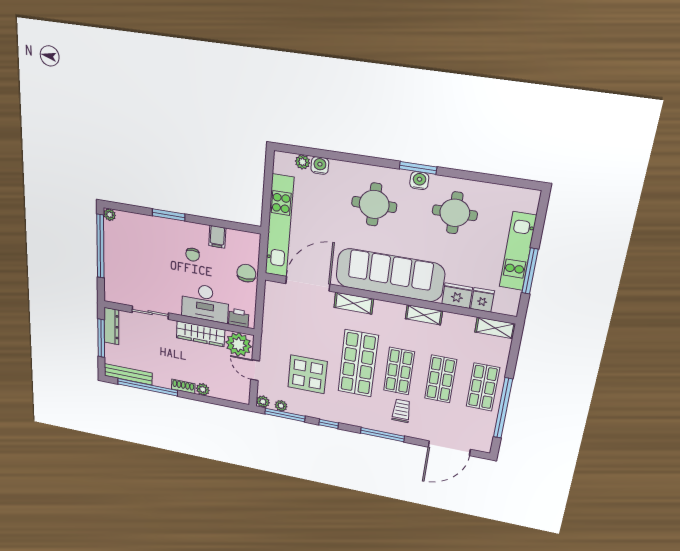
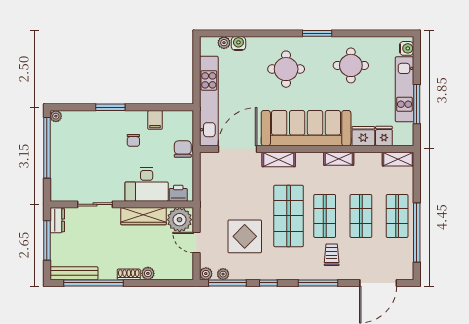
water cooler: (419, 181) -> (407, 48), moved, turned 90
dresser: (111, 326) -> (57, 220), width x0.70

